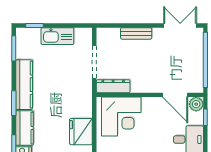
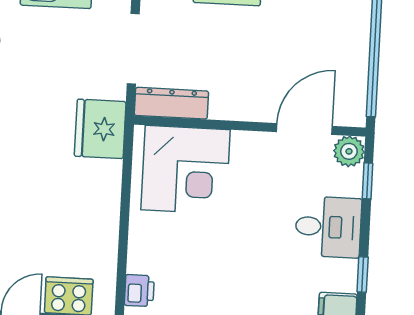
door: (175, 95) -> (304, 129), swing flipped
fridge: (81, 132) -> (100, 129), moved

